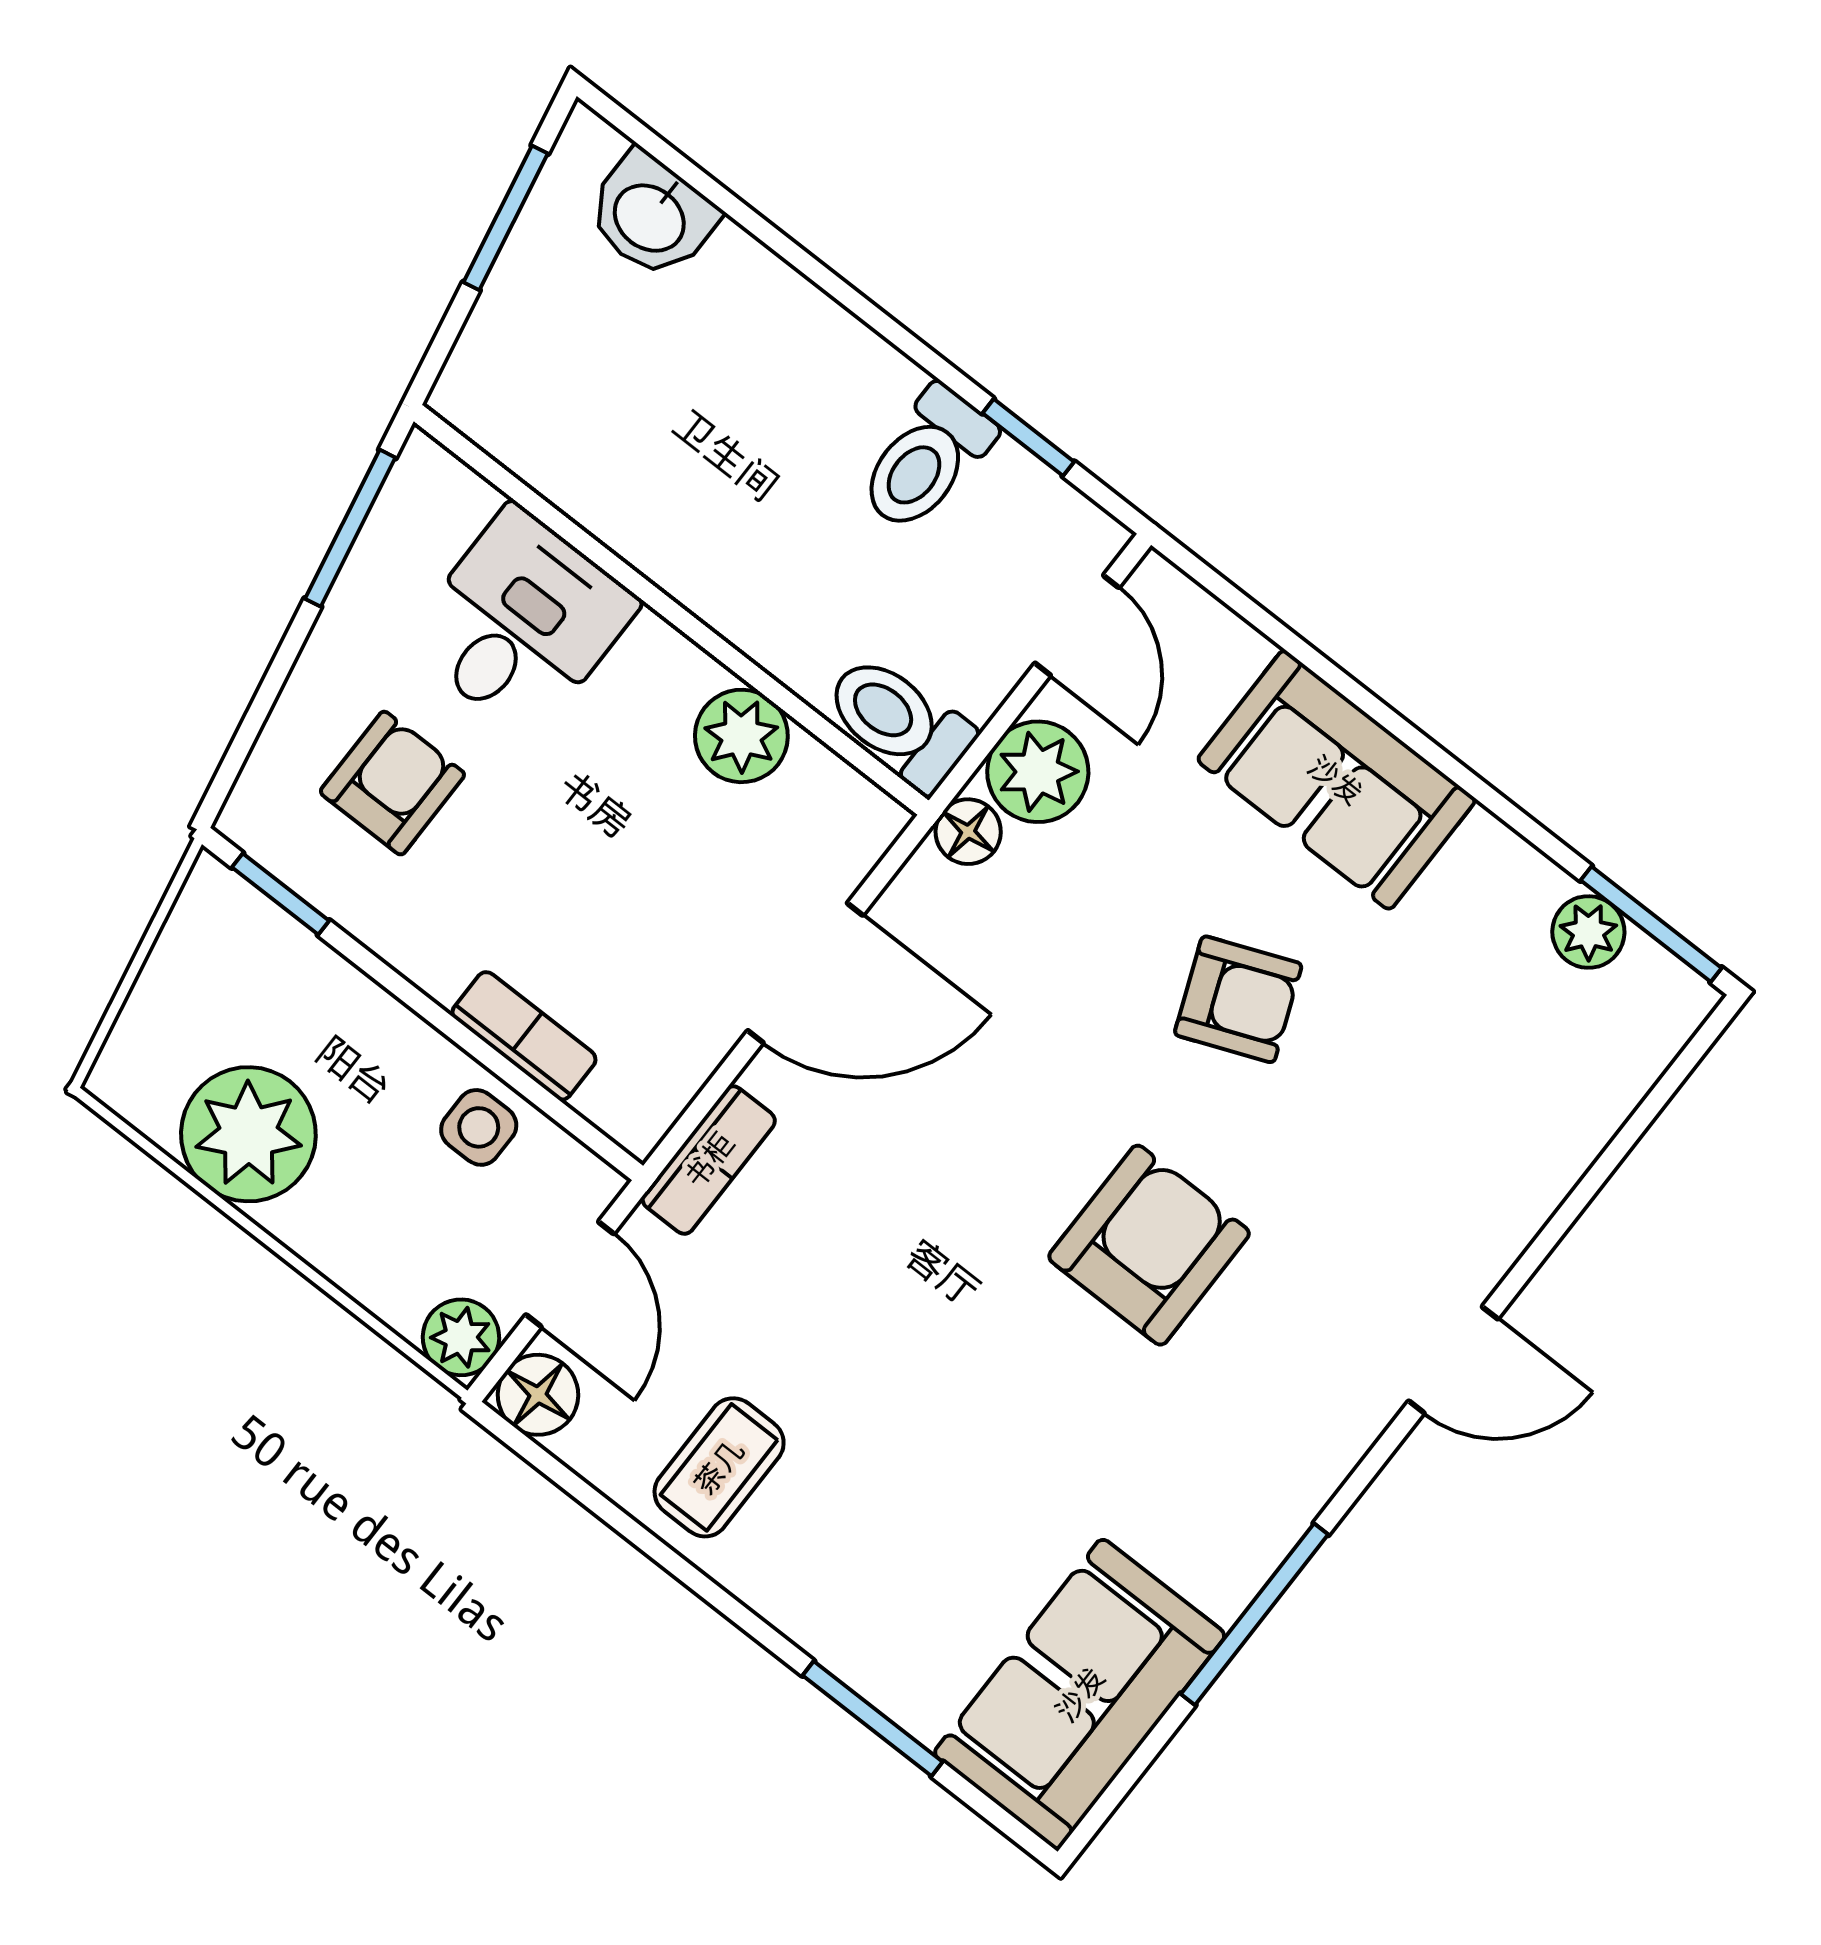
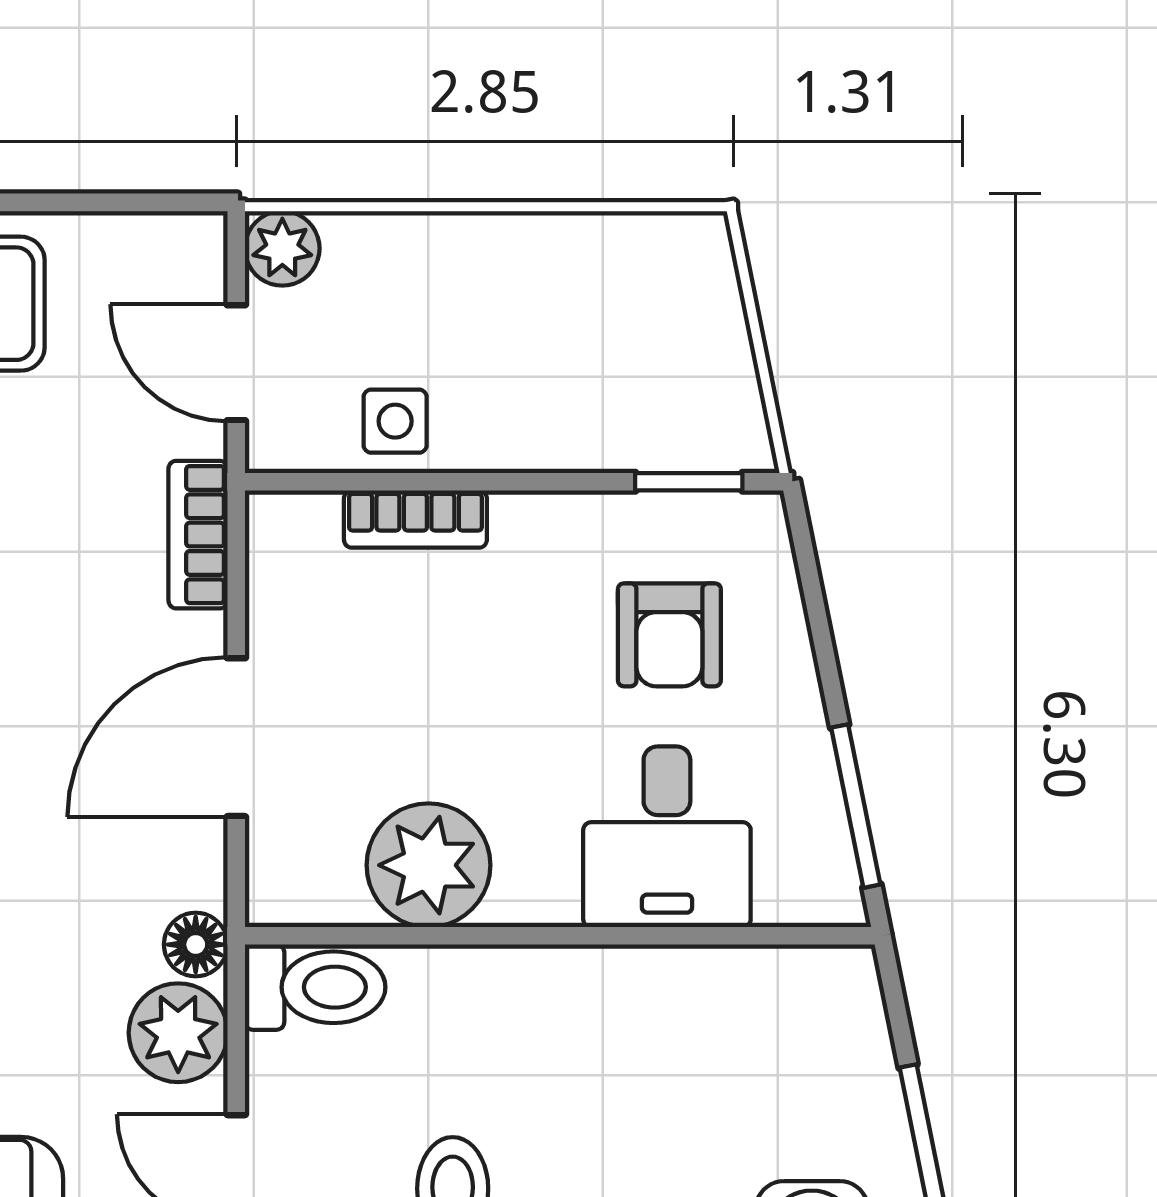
plant: (741, 736) -> (428, 865), width x1.36, depth x1.36
plant: (248, 1134) -> (569, 277), removed
floor lamp: (538, 1395) -> (188, 250), removed

